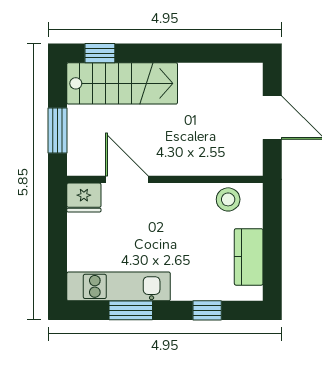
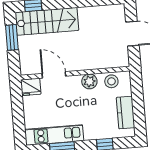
window: (58, 130) -> (12, 37), moved
plant: (189, 196) -> (89, 81), added

